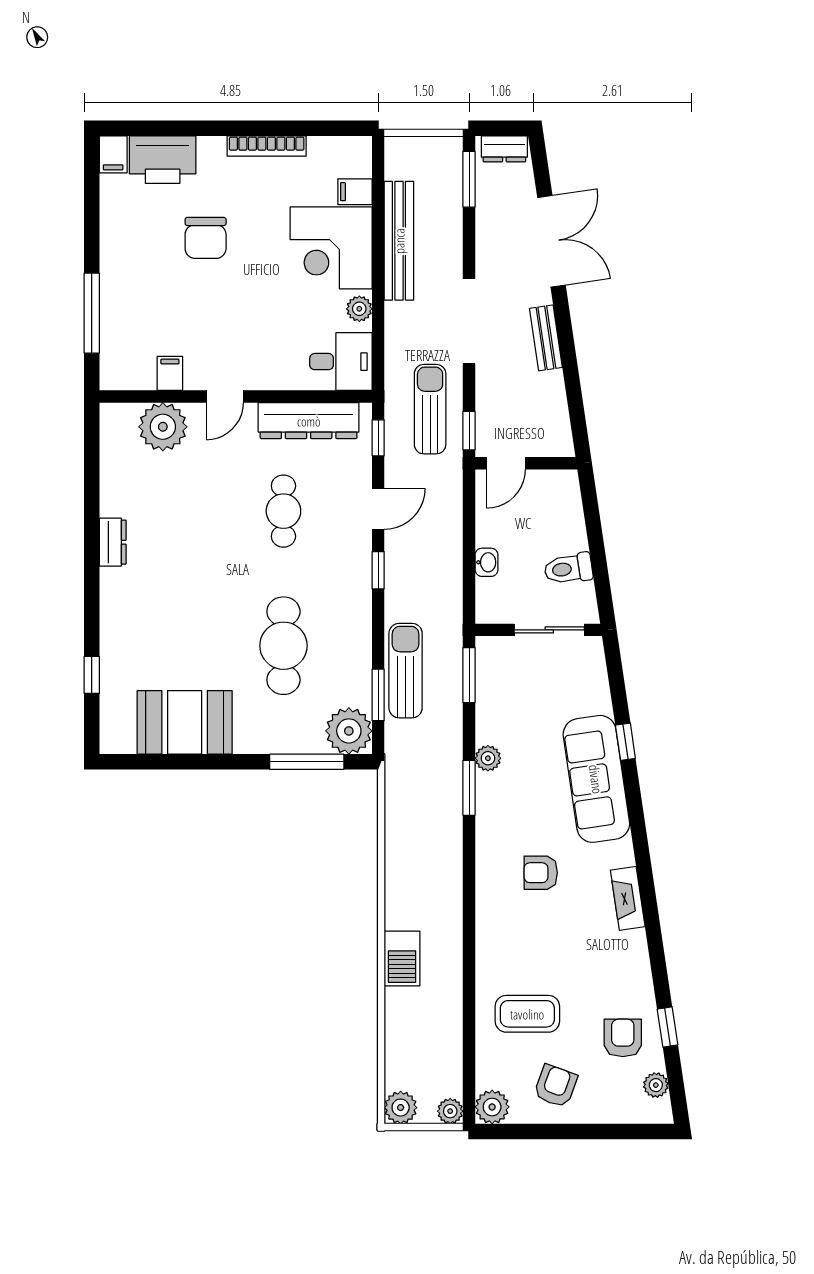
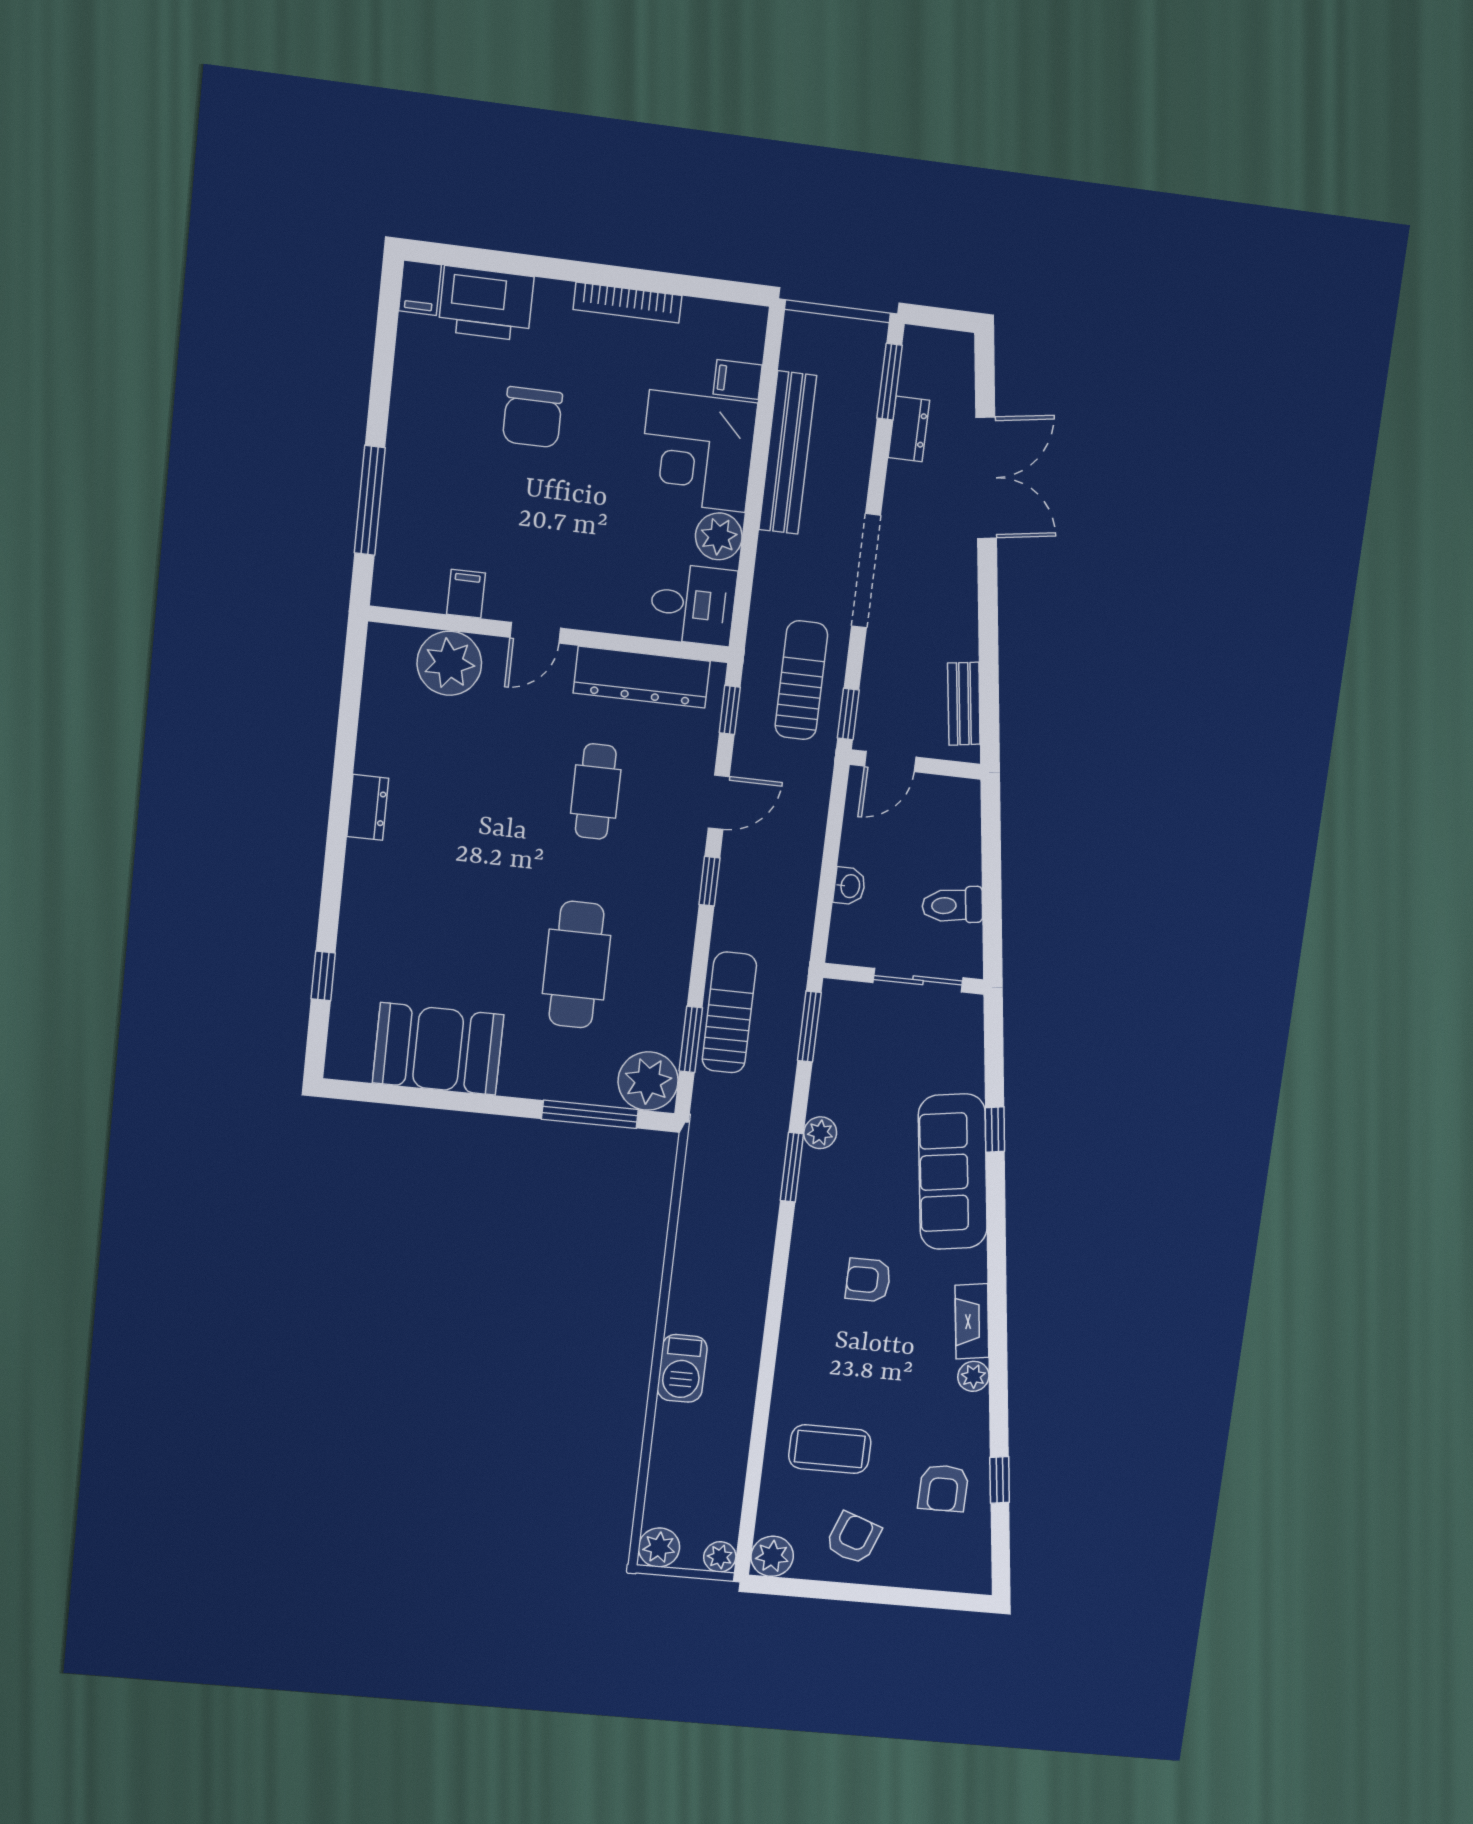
dresser: (504, 149) -> (909, 429), moved, turned -90
plant: (359, 309) -> (719, 536), width x1.38, depth x1.38
bench: (546, 338) -> (964, 704), moved
armchair: (623, 1038) -> (943, 1488), turned 180
plant: (656, 1085) -> (973, 1376), moved

